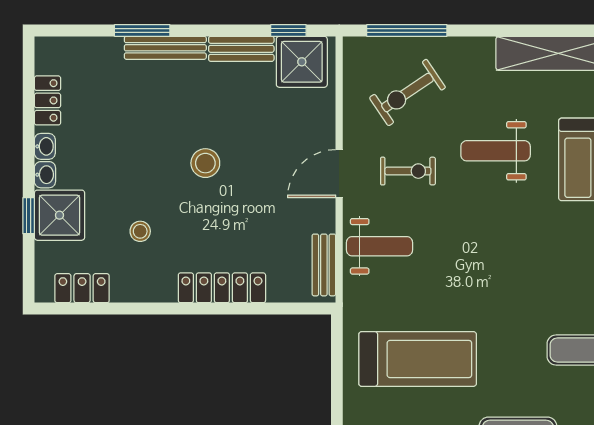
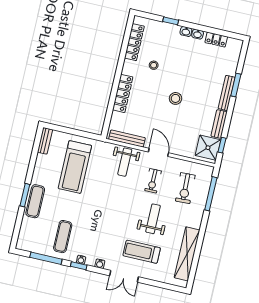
exercise bike: (407, 93) -> (185, 188), turned -148
shower: (59, 215) -> (168, 34), removed
bench: (324, 265) -> (127, 139), width x1.36
locker: (82, 288) -> (134, 42), width x1.53

